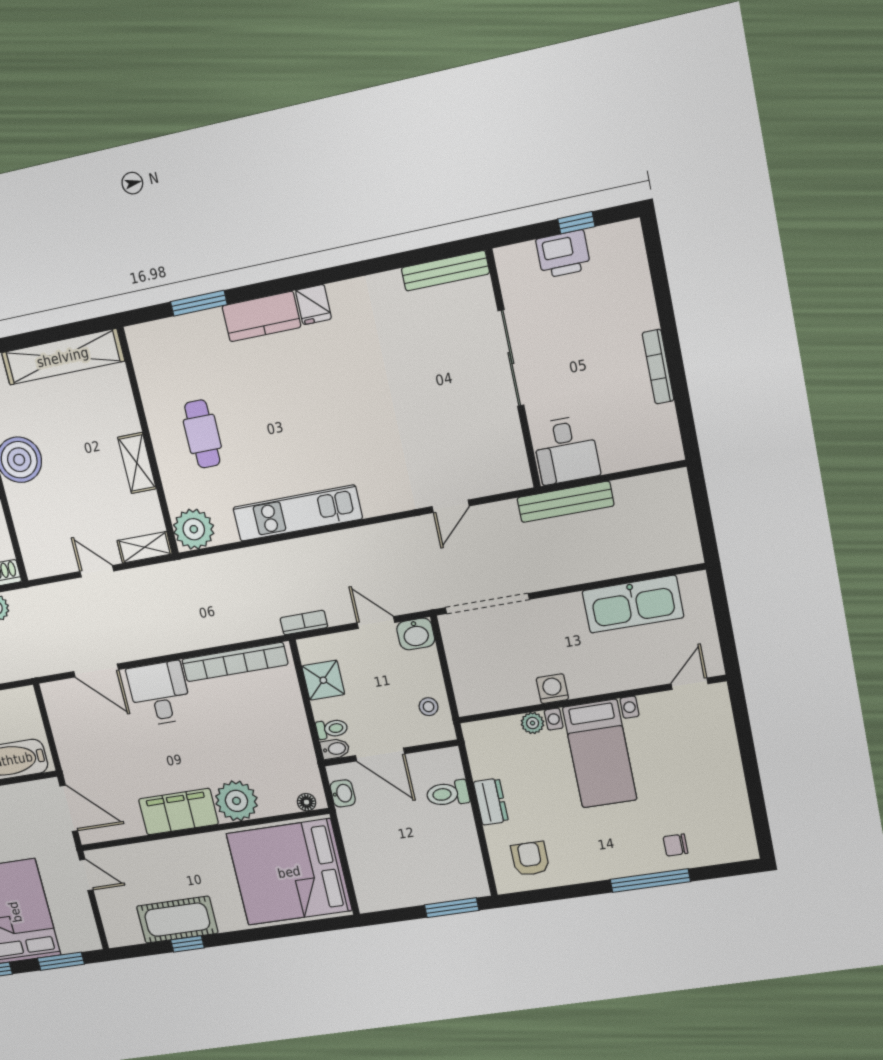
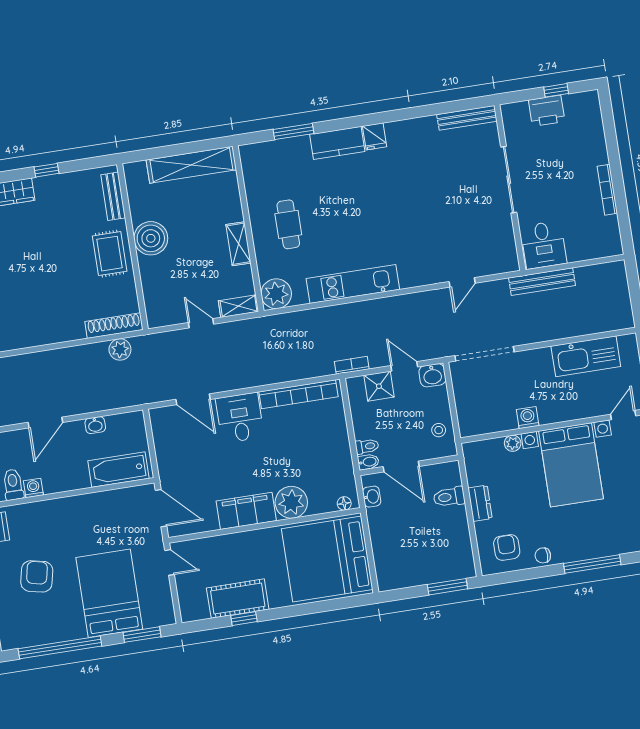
shower: (323, 680) -> (379, 386), moved
bed with nightstands: (600, 754) -> (571, 465), width x1.36
chair: (676, 845) -> (543, 555), moved

